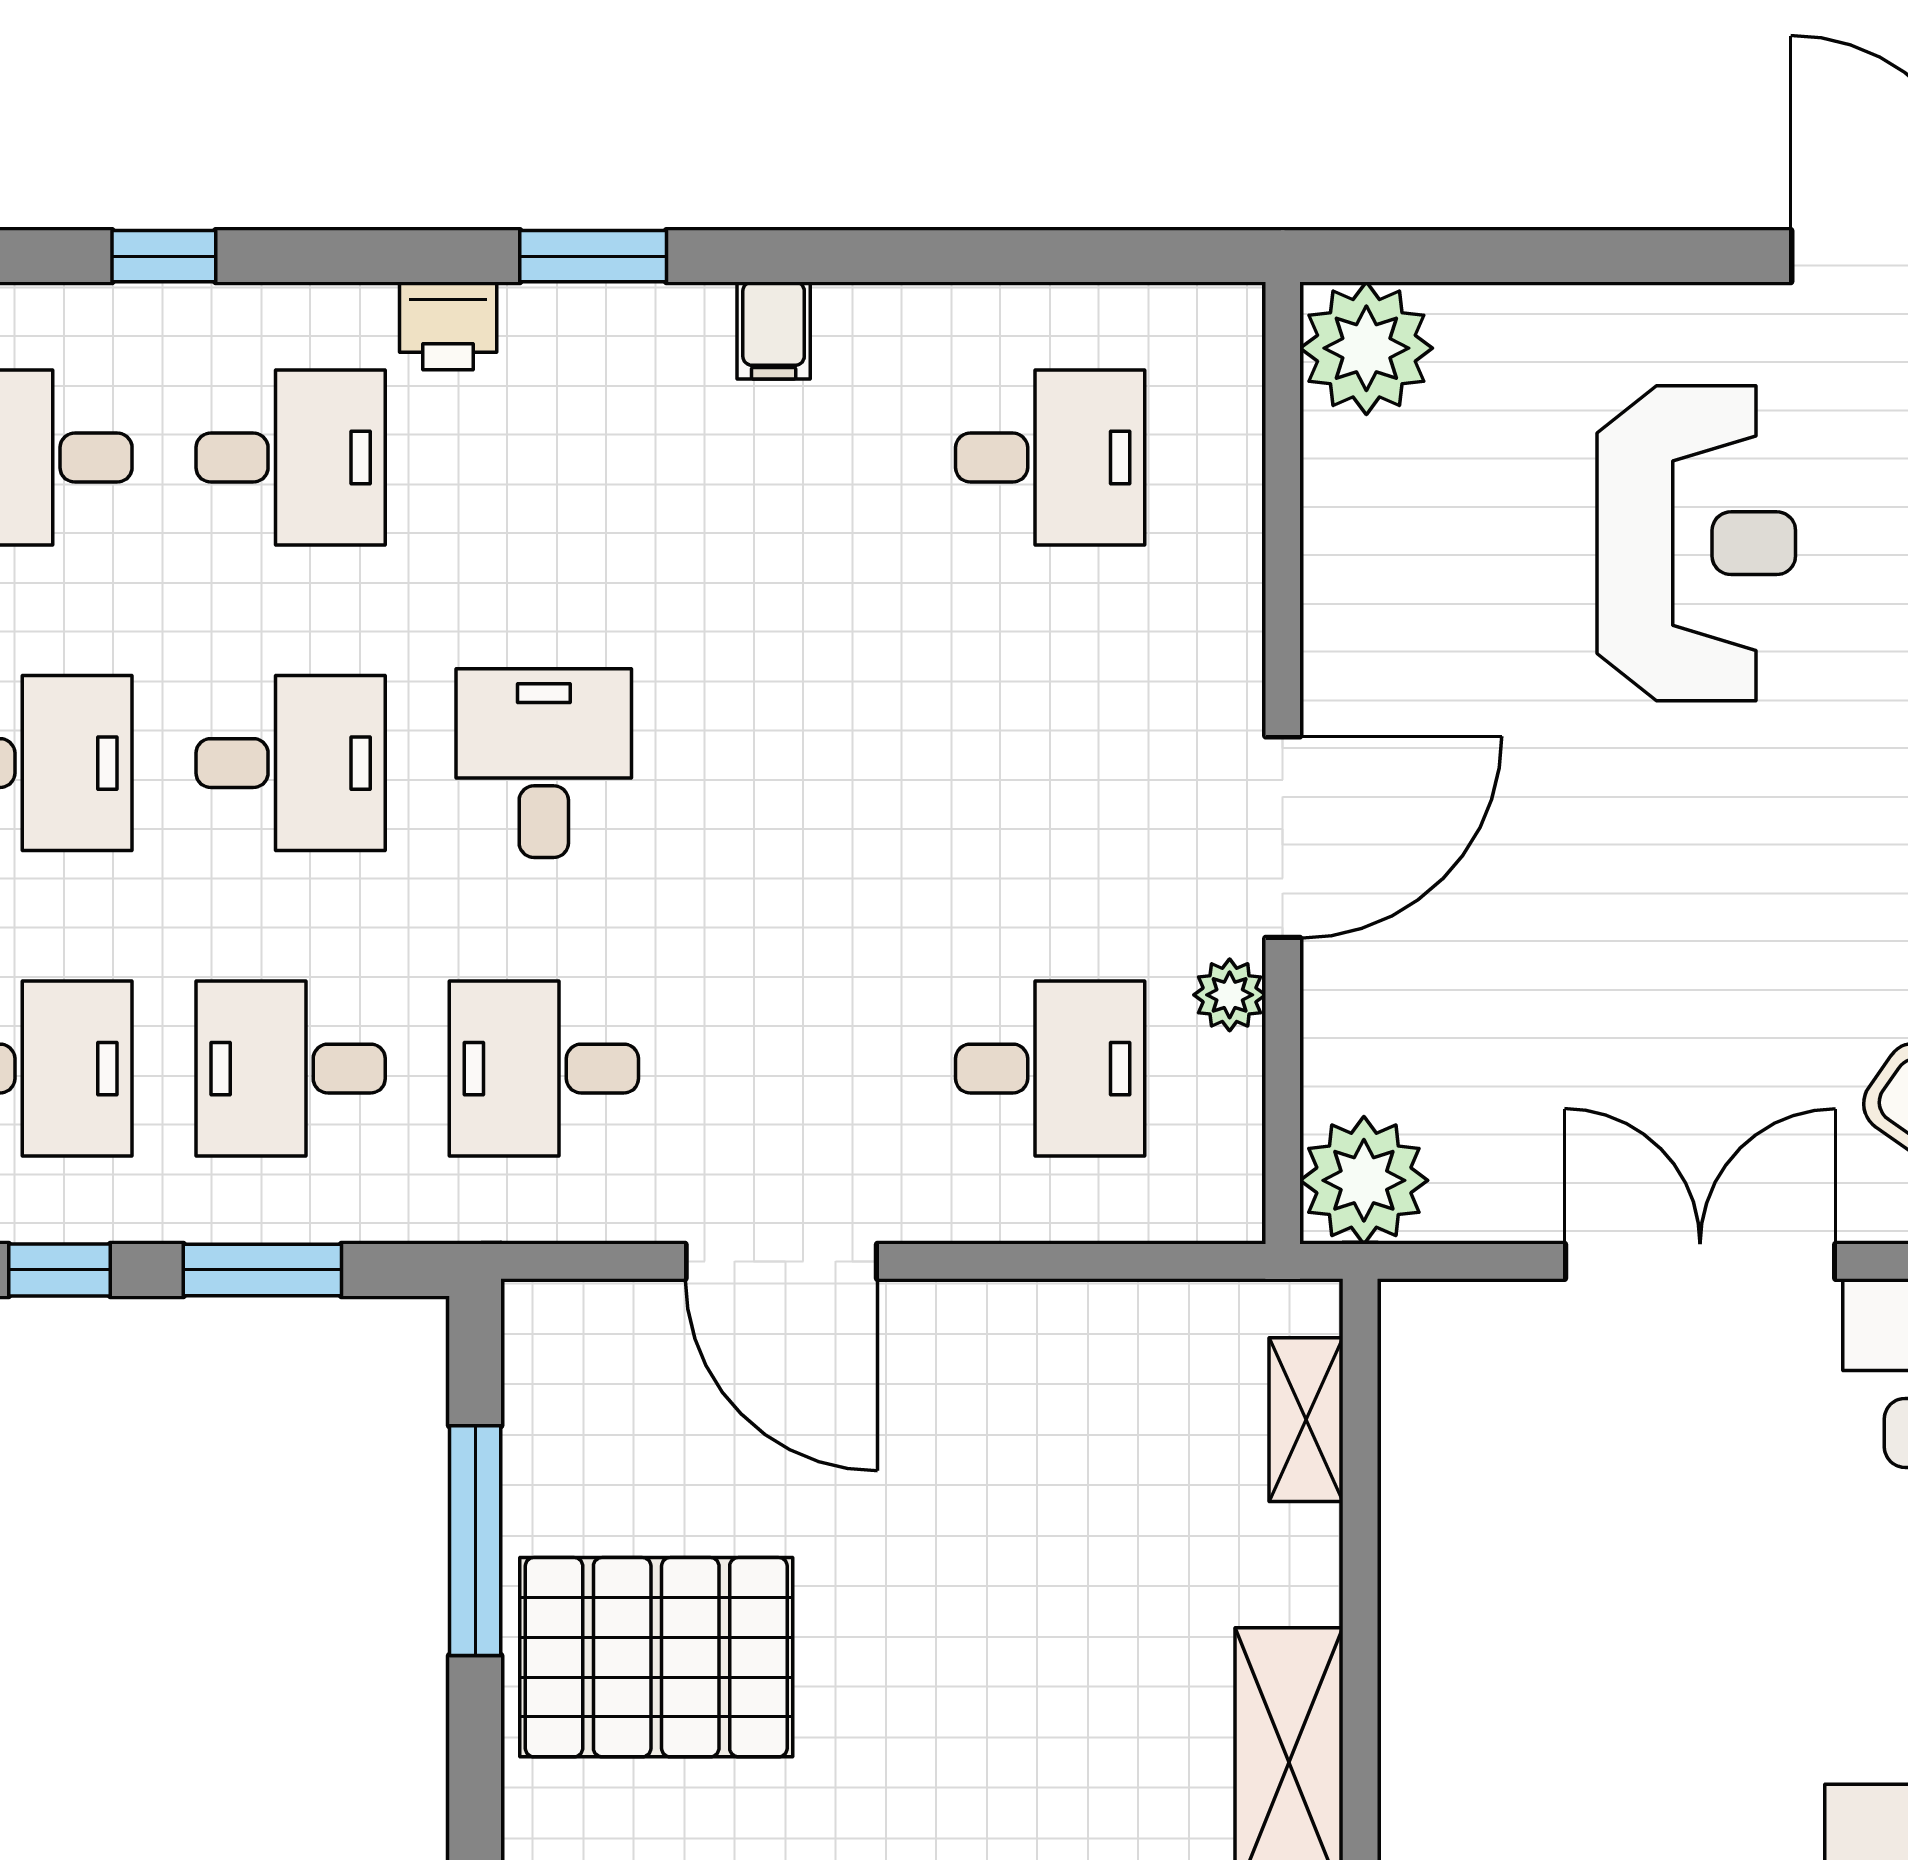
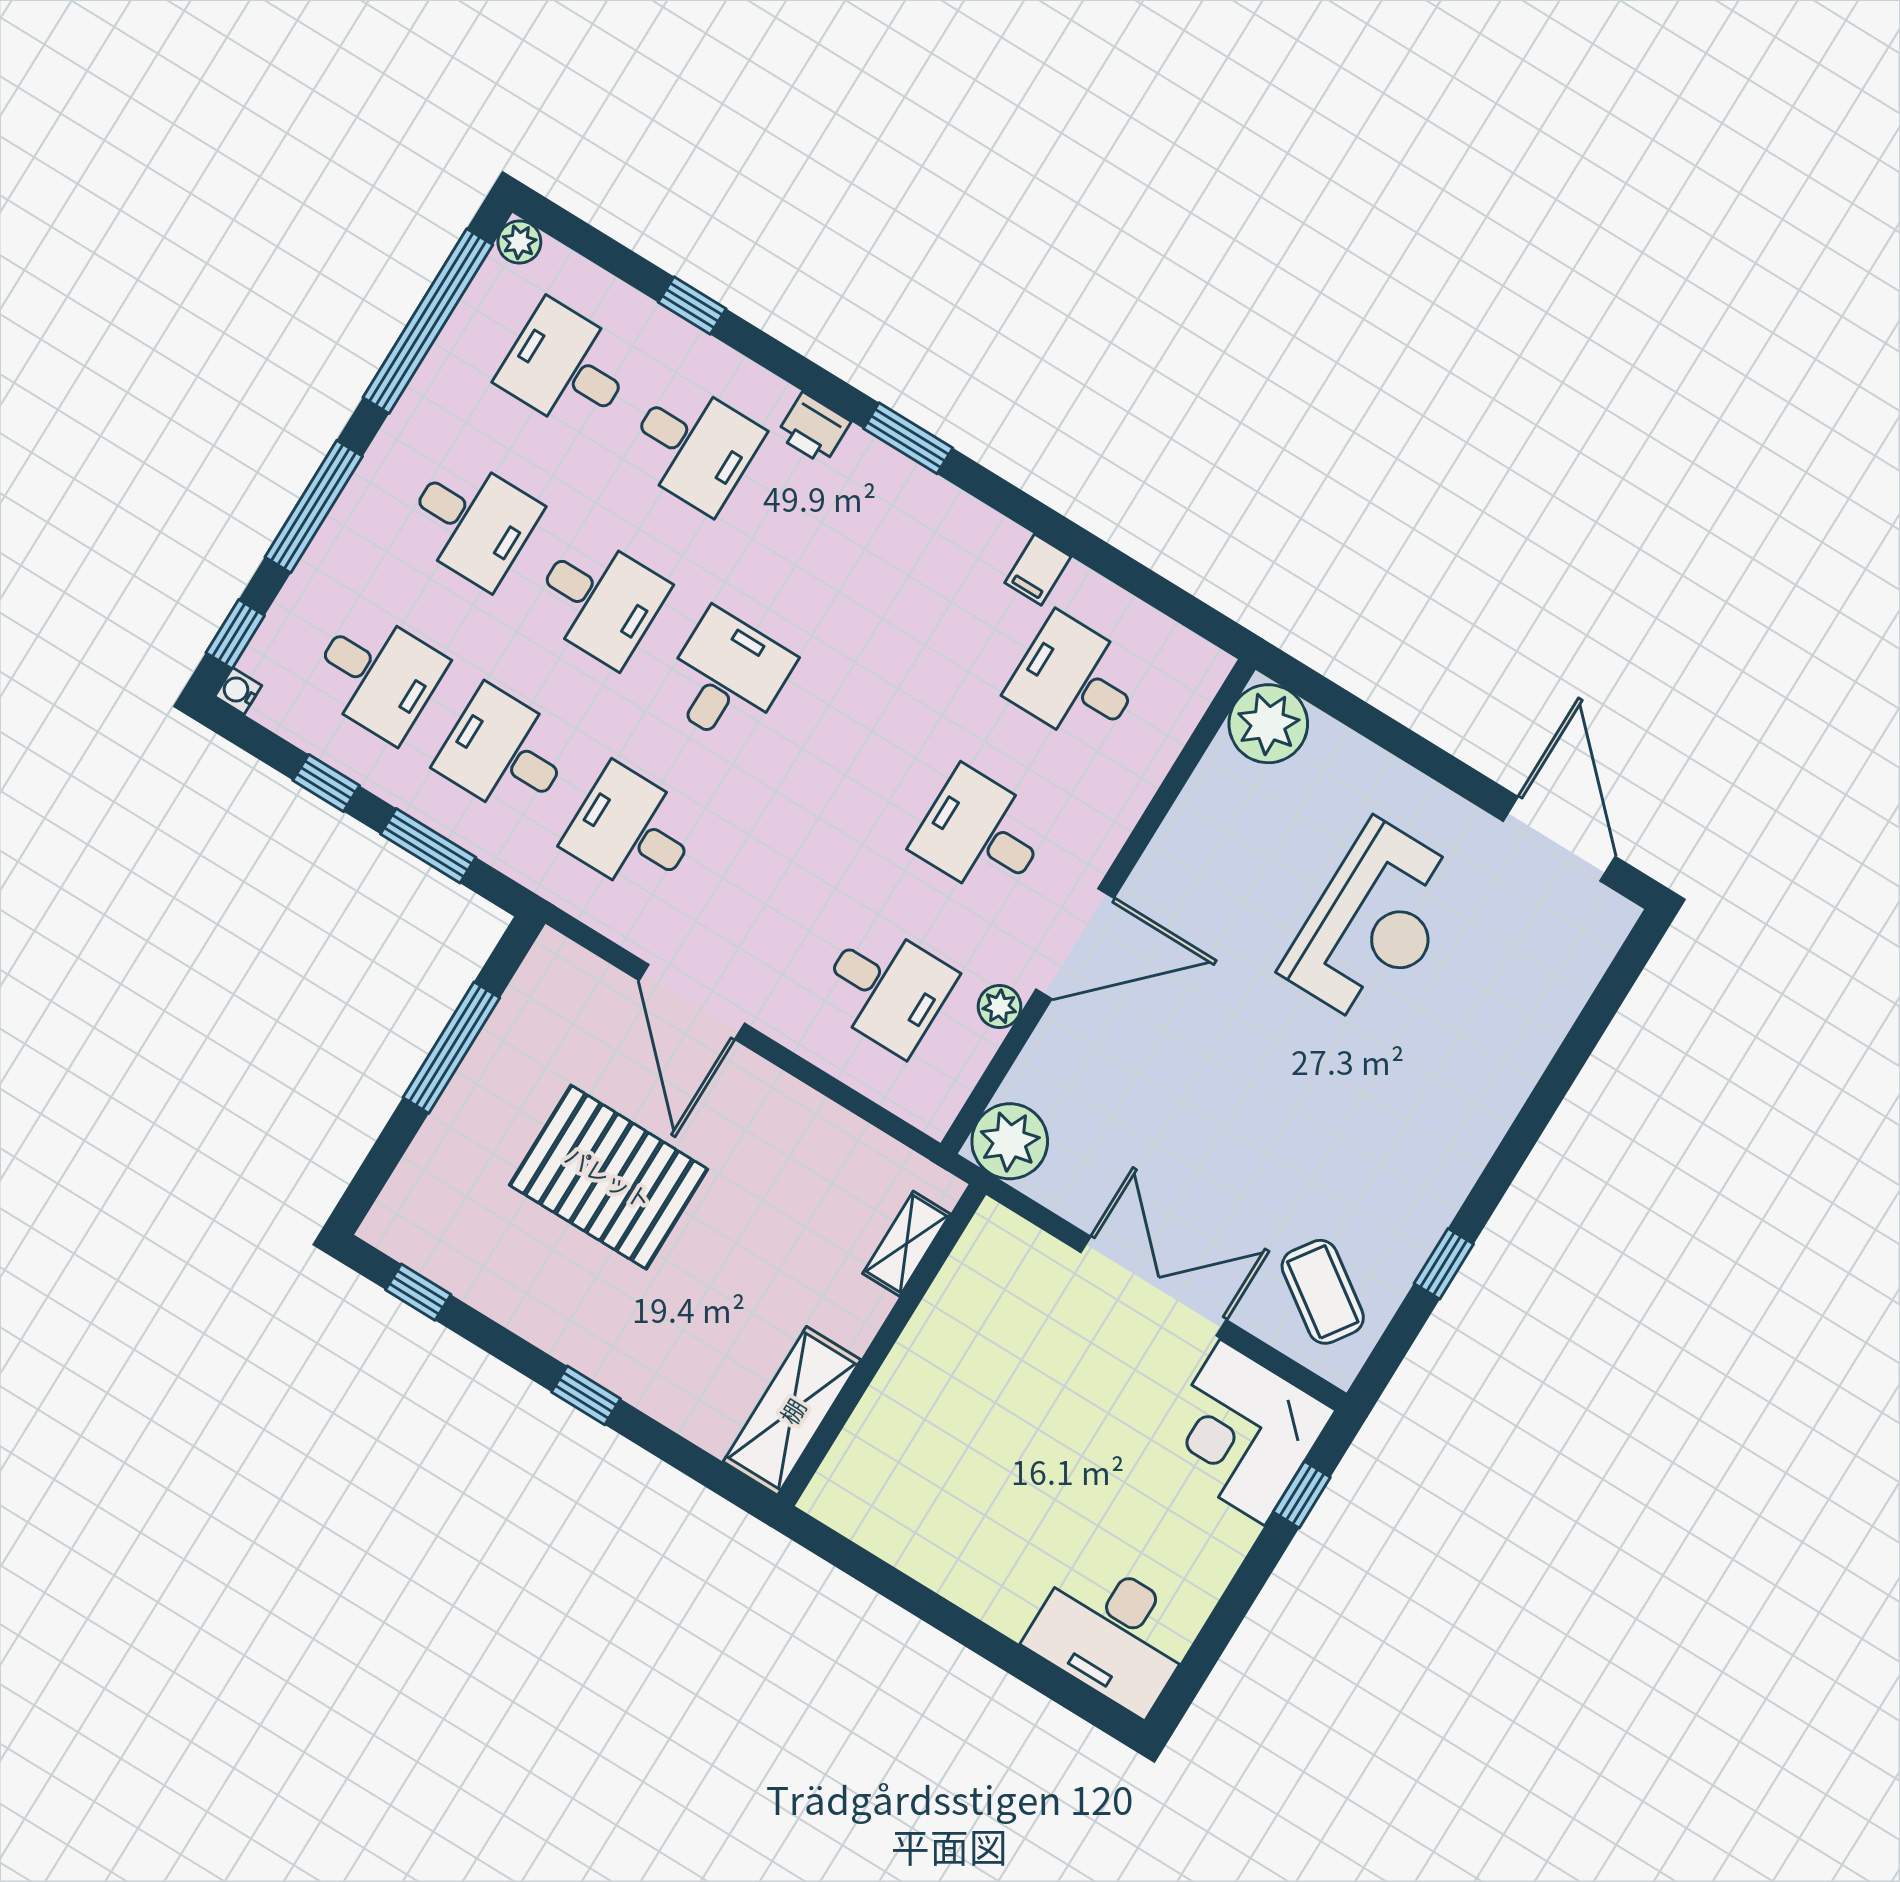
filing cabinet: (774, 330) -> (1038, 570), moved
desk: (1050, 458) -> (1076, 681), turned 180
desk: (1050, 763) -> (981, 834), added
pallet: (656, 1657) -> (609, 1177), moved

